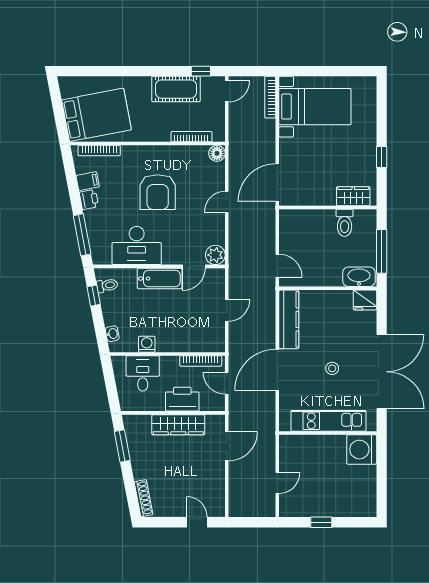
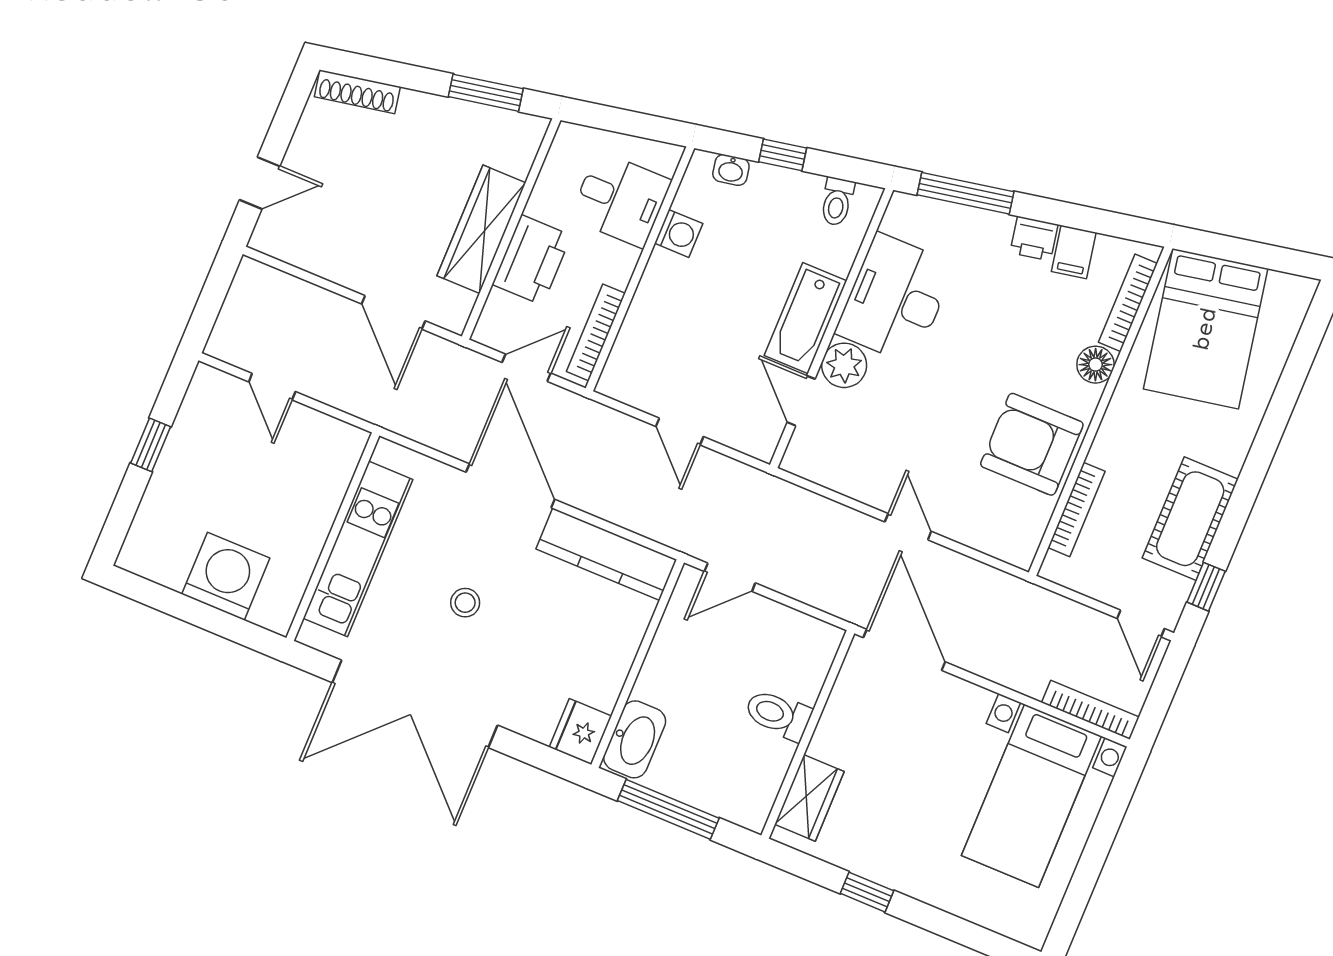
floor lamp: (217, 153) -> (1096, 365), moved
armchair: (158, 192) -> (1032, 444), moved
toilet: (345, 223) -> (778, 715), moved
plant: (215, 255) -> (844, 365), moved
window: (94, 296) -> (783, 155), moved
washing machine: (362, 450) -> (226, 576), moved

